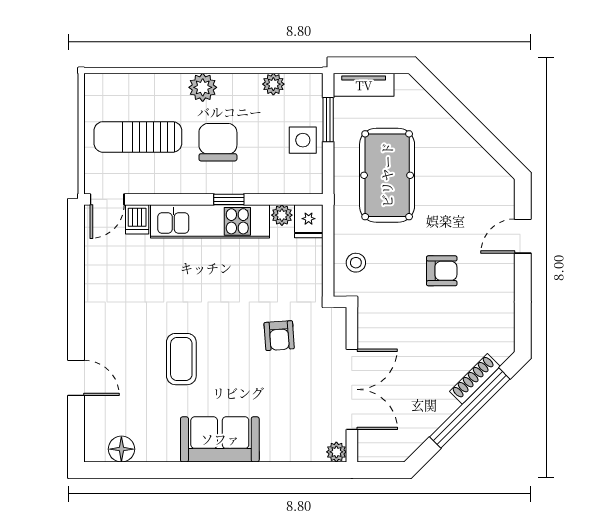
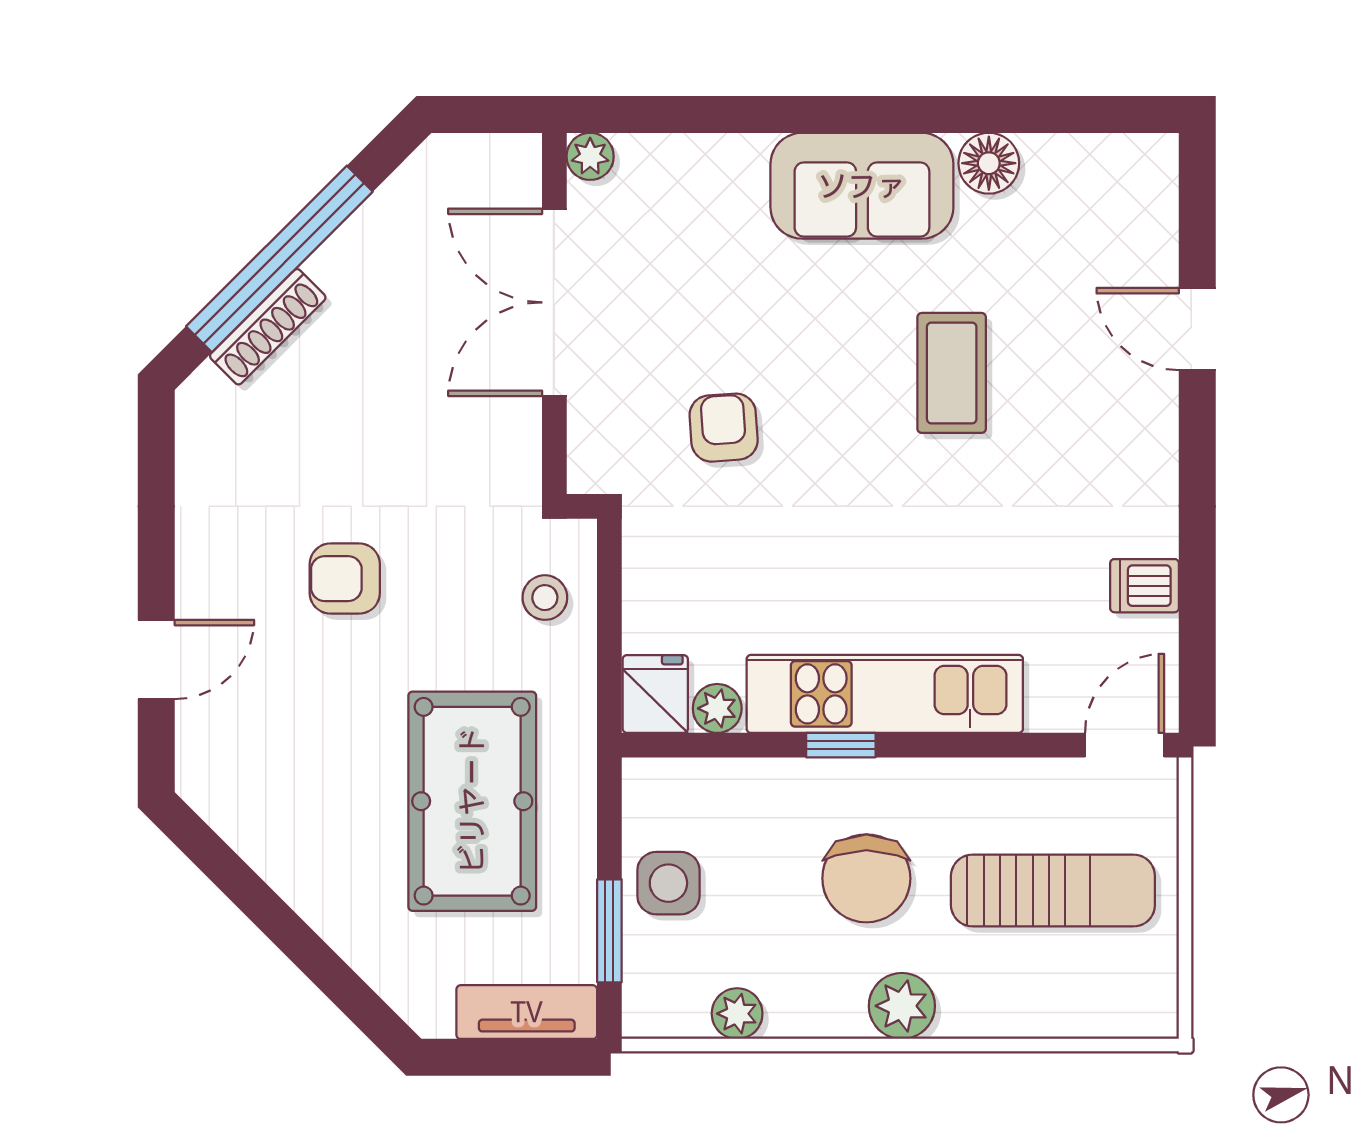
dishwasher: (137, 219) -> (1144, 586), moved, turned -90
floor lamp: (121, 449) -> (989, 163), moved

